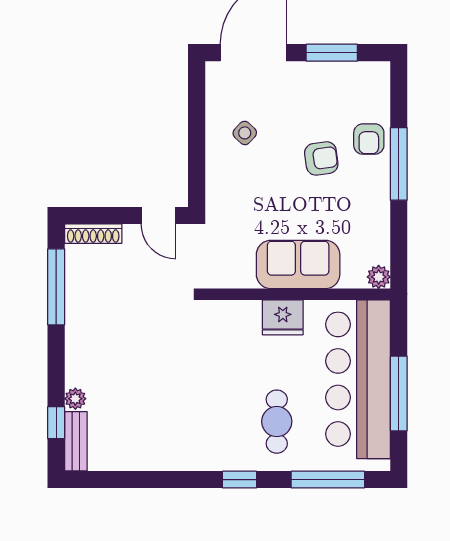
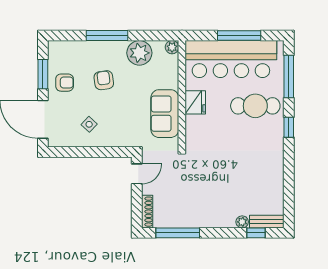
armchair: (369, 139) -> (65, 83), moved
plant: (369, 220) -> (139, 53), added
sofa: (298, 264) -> (165, 114), moved
cafe table: (277, 422) -> (255, 106), width x1.37, depth x1.35

